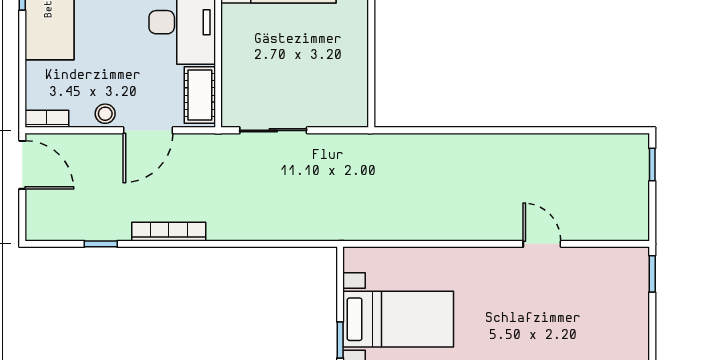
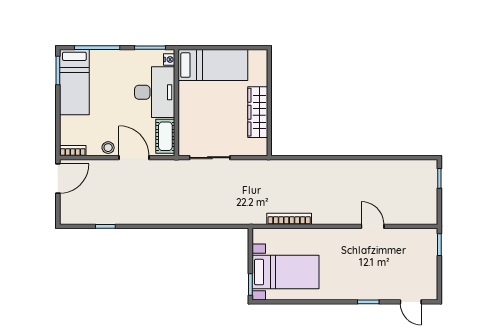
wardrobe: (352, 55) -> (258, 112), added
door: (148, 130) -> (134, 158), swing flipped
door: (22, 165) -> (58, 179), hinge flipped
bookcase: (169, 232) -> (289, 219), moved

